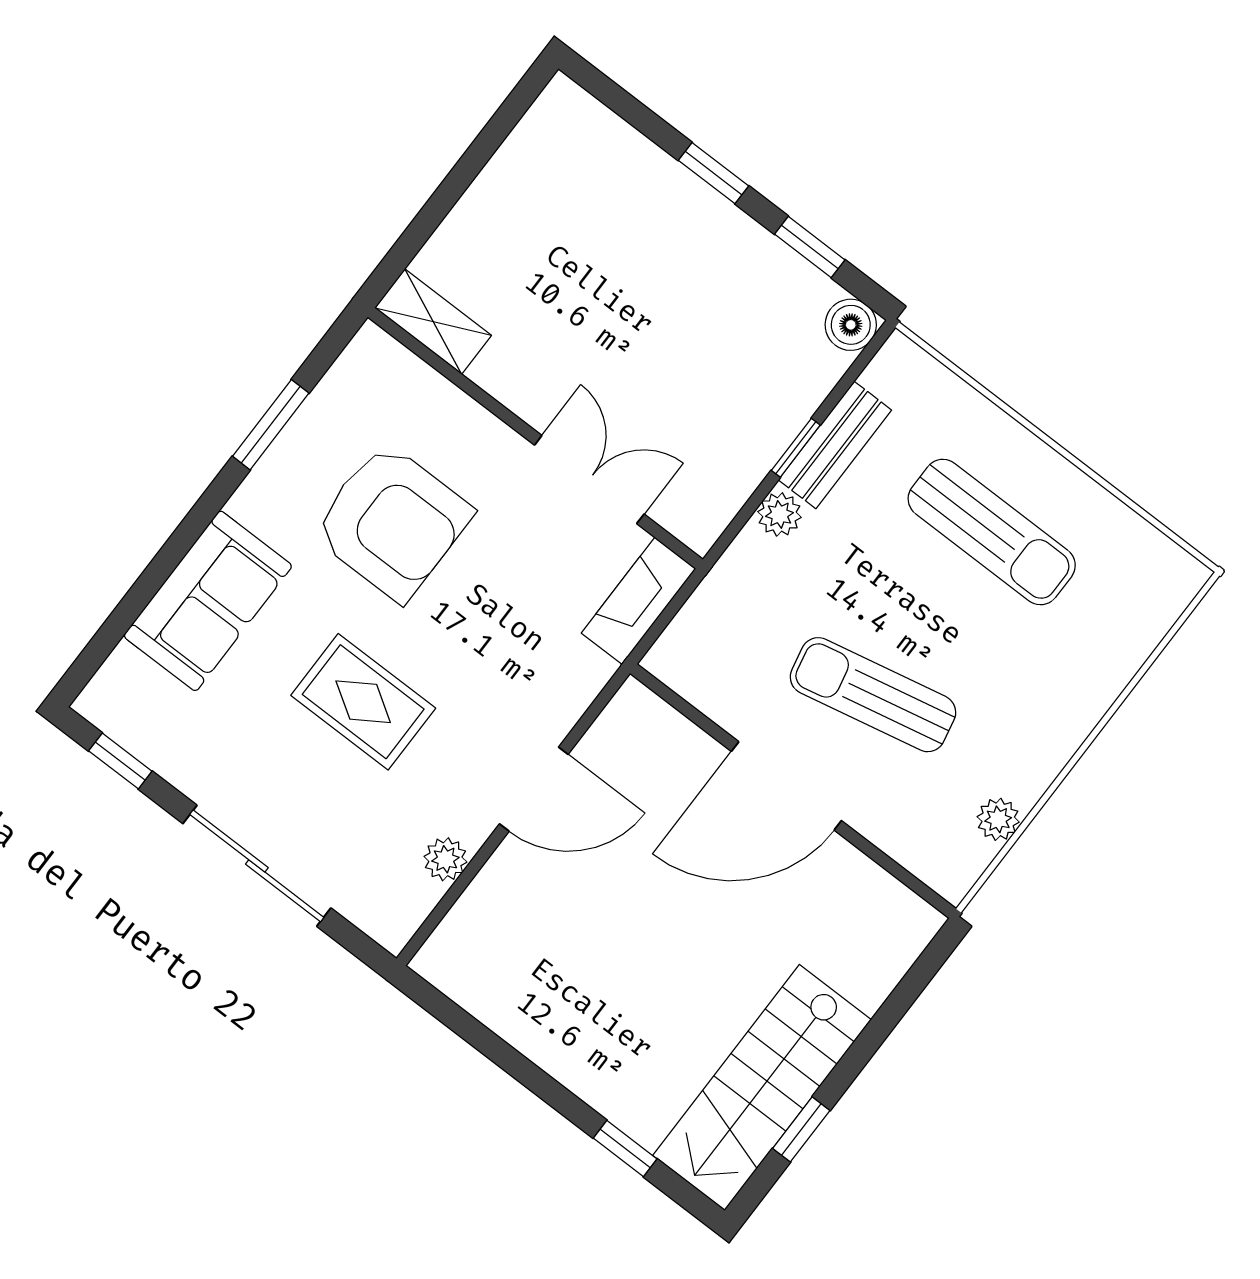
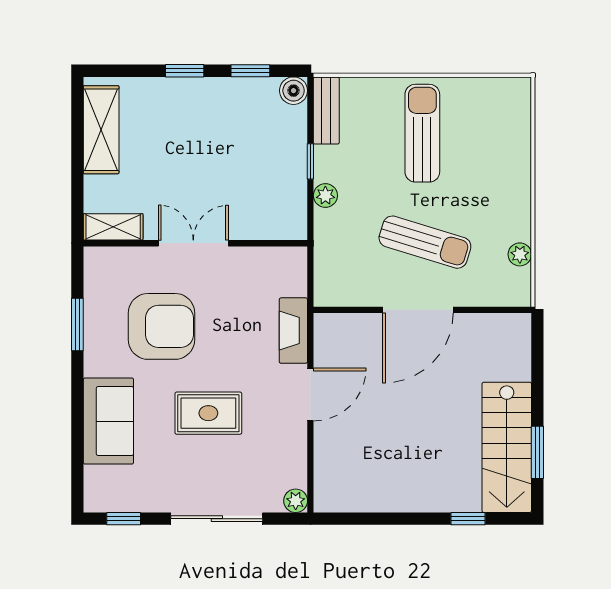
shelving: (525, 166) -> (101, 130), added
bench: (835, 445) -> (326, 110), moved
double door: (589, 480) -> (193, 243), moved
sun lounger: (992, 532) -> (422, 133), turned -90
fireplace: (639, 601) -> (293, 331), moved
sun lounger: (873, 695) -> (425, 242), turned -151
plant: (445, 859) -> (296, 501), moved
window: (801, 1129) -> (537, 452), width x1.50

